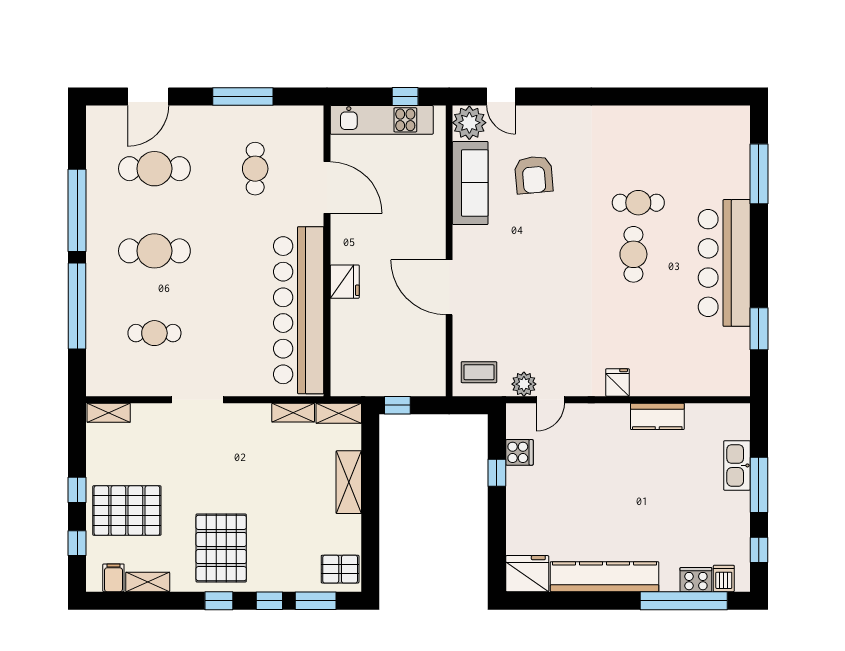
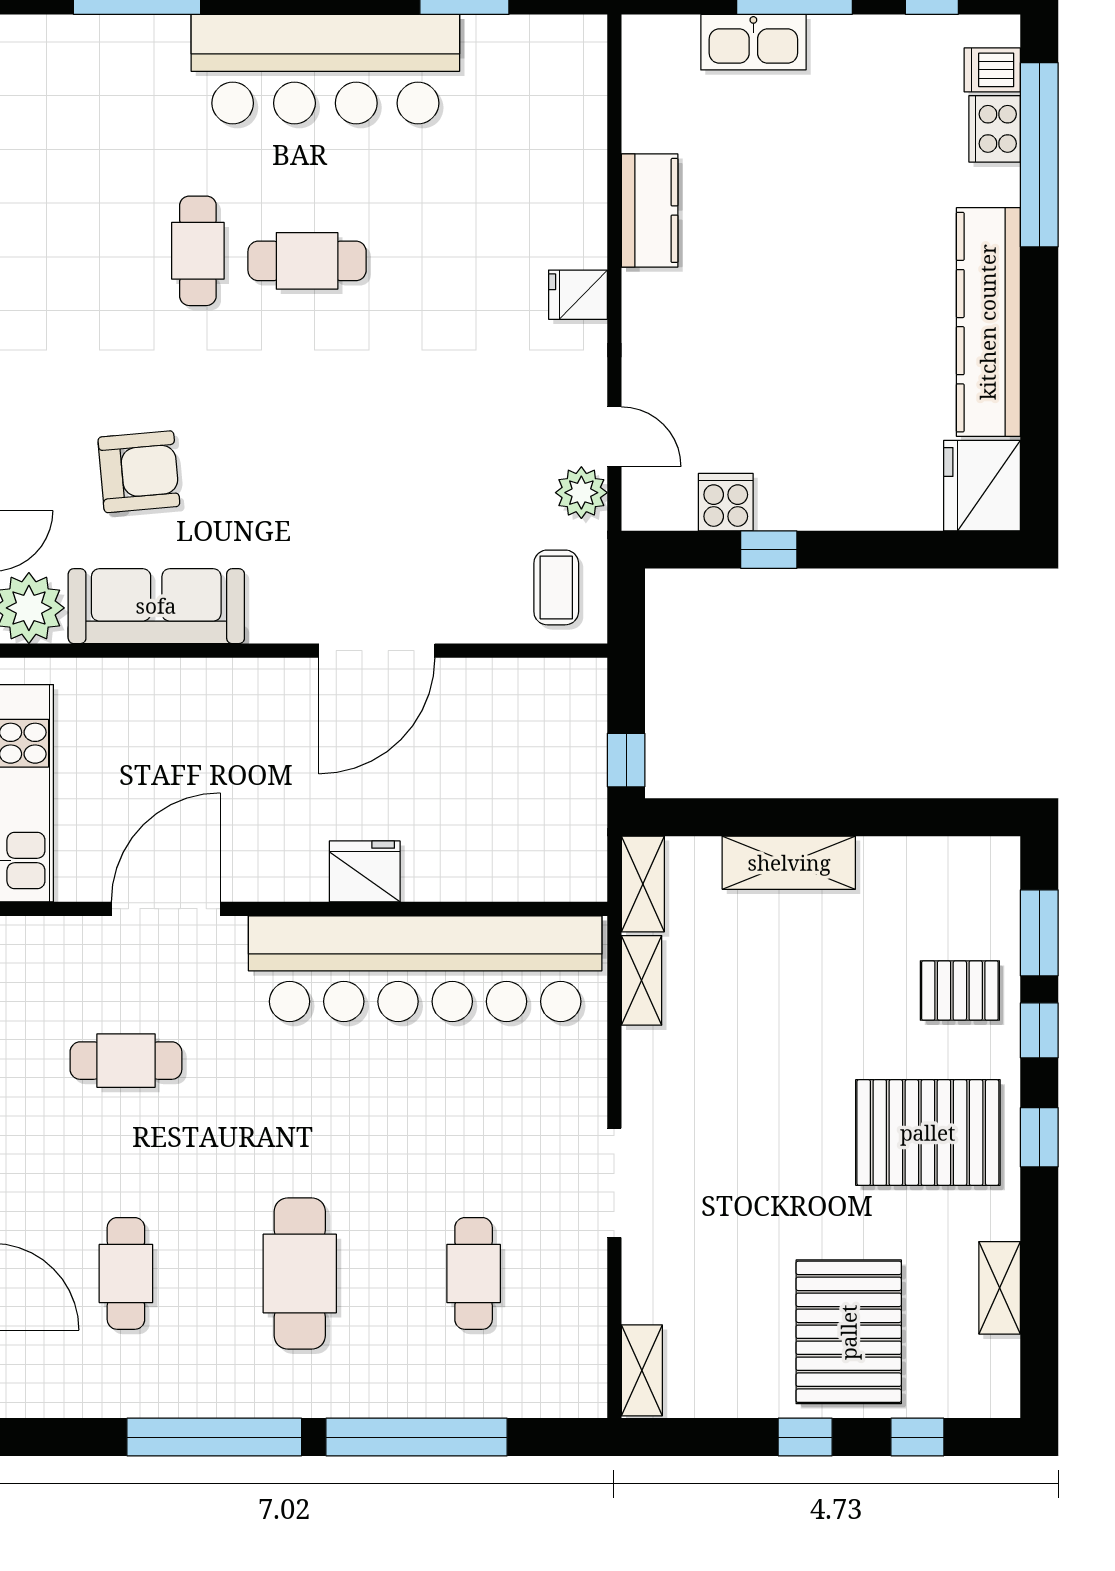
cafe table: (154, 169) -> (126, 1273), width x0.73, depth x0.74
pallet: (340, 569) -> (960, 991), moved, turned 90
filing cabinet: (113, 578) -> (991, 1360), removed

